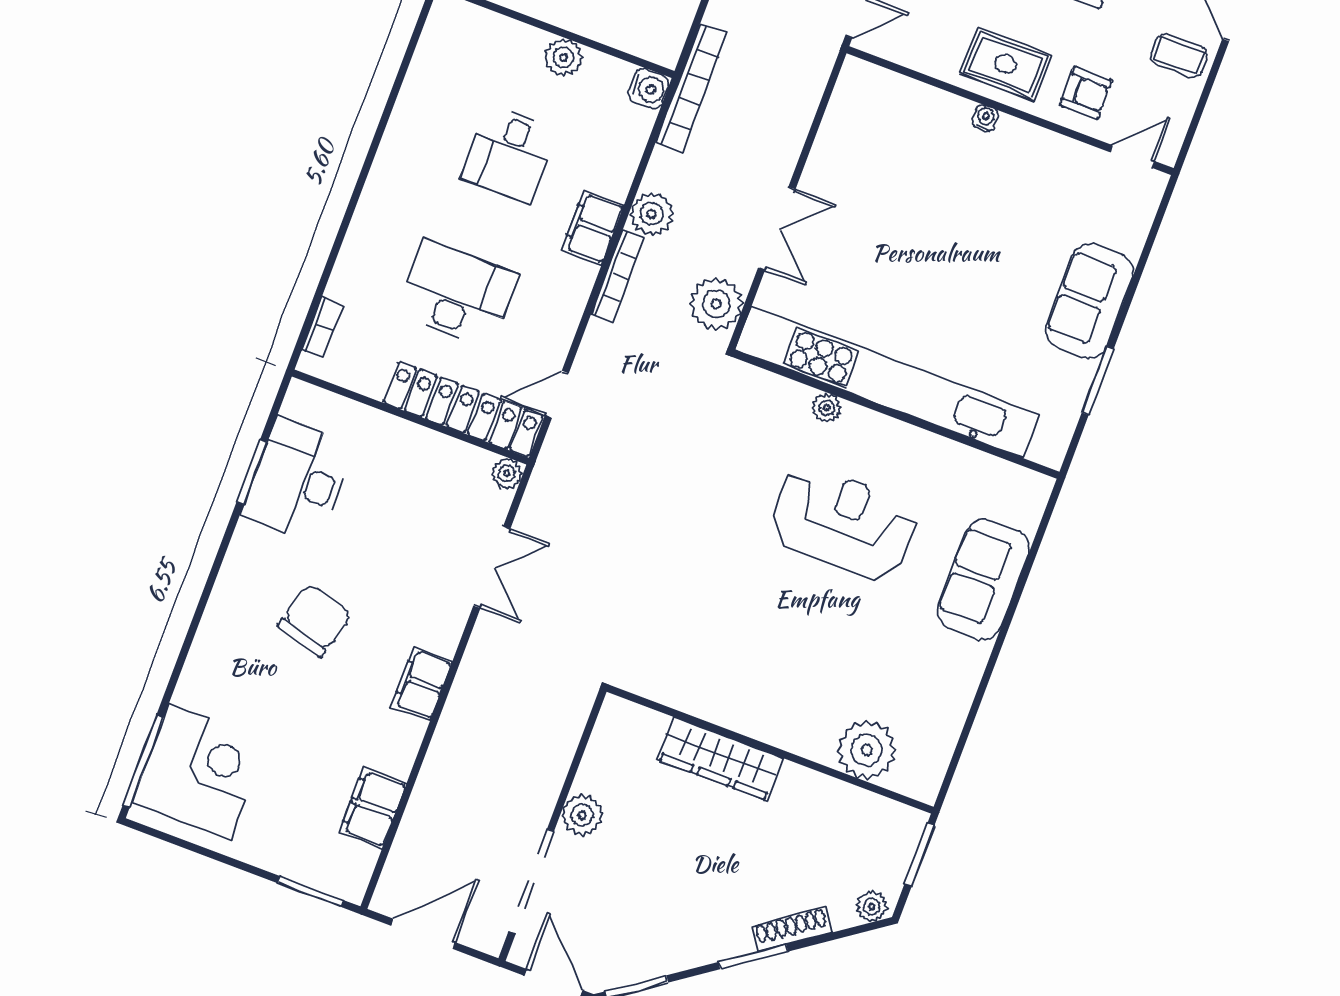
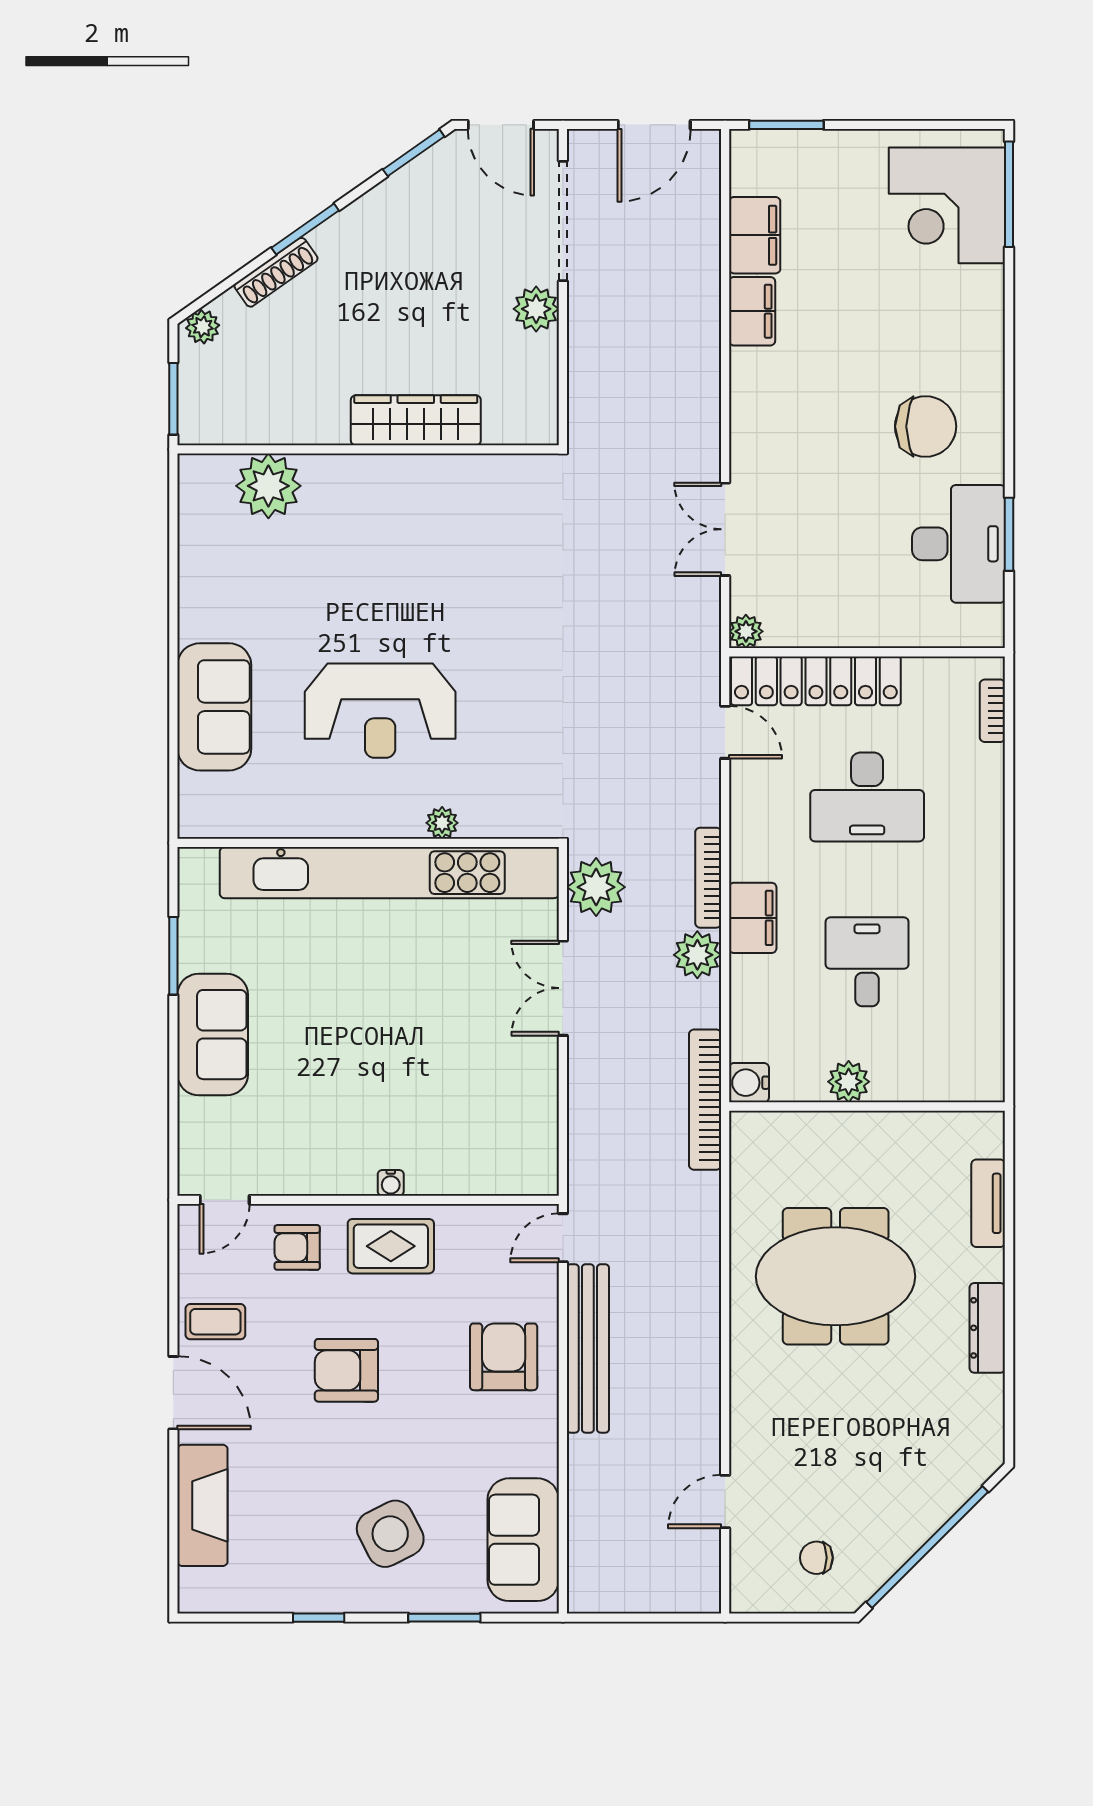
door: (557, 394) -> (725, 732), hinge flipped
chair: (315, 620) -> (926, 426), moved, turned -106
filing cabinet: (422, 684) -> (752, 311), moved

